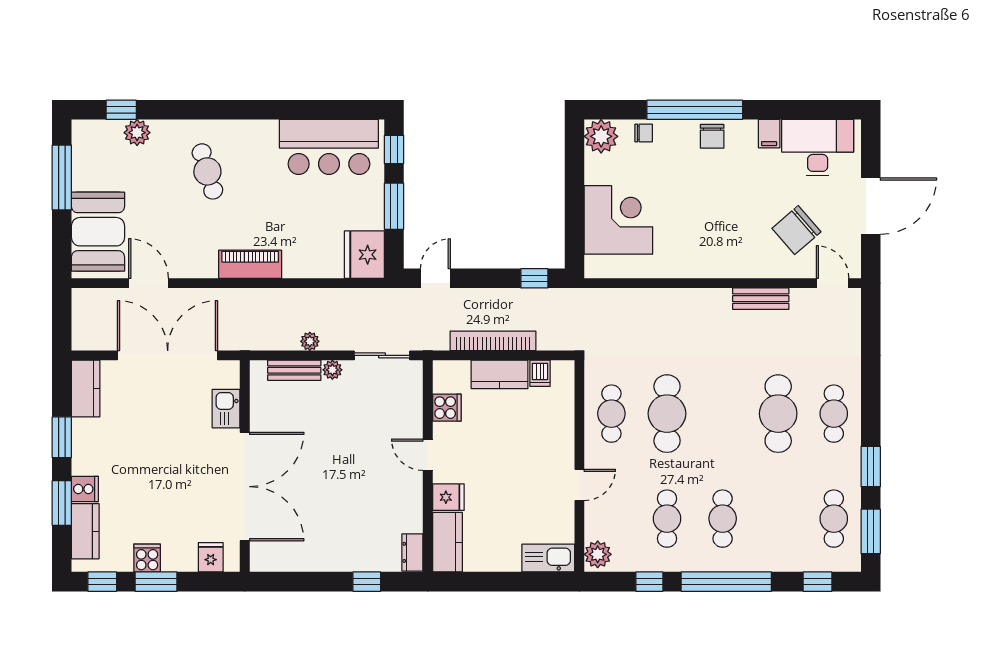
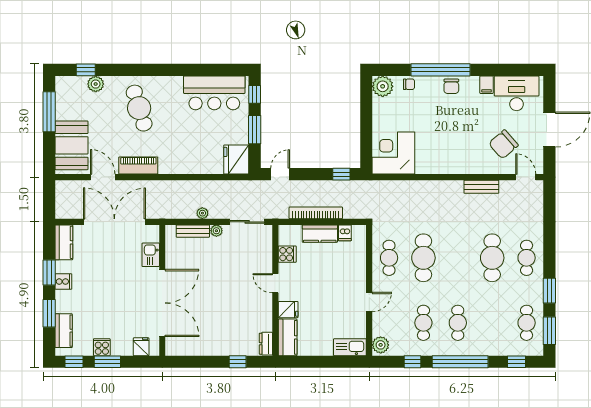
cafe table: (207, 171) -> (139, 108), width x1.37, depth x1.35
corner desk: (618, 220) -> (393, 153), moved, turned -90
piano: (250, 264) -> (138, 165), moved
cooker: (85, 489) -> (63, 282), moved

